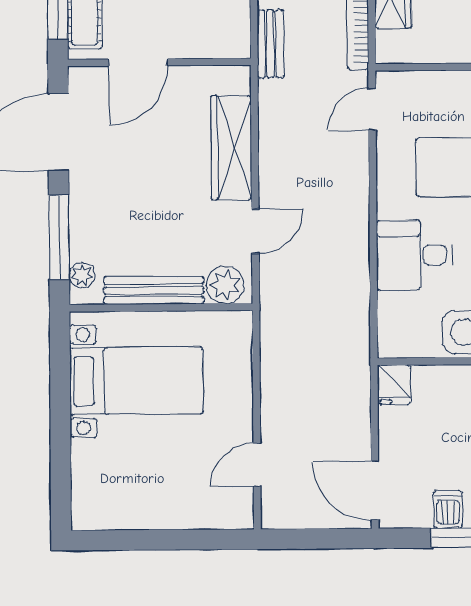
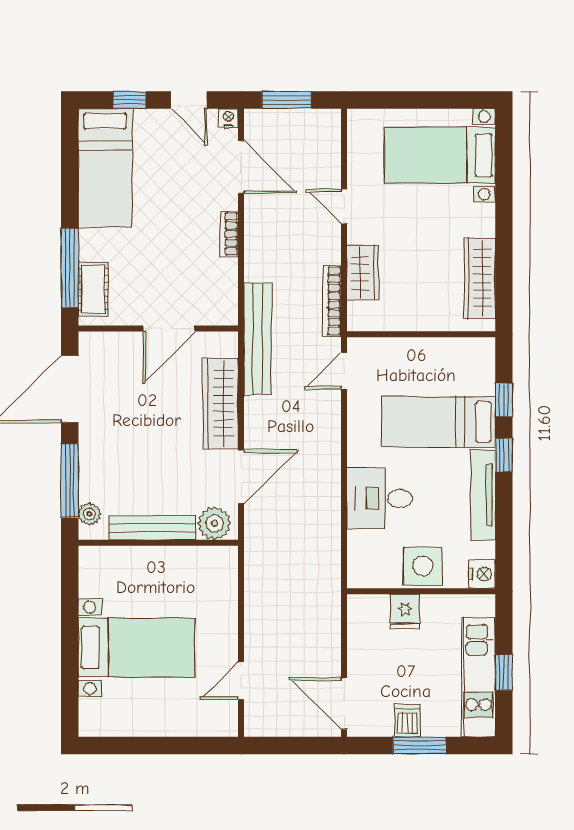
bench: (270, 44) -> (258, 339), width x1.86, depth x1.21
door: (138, 62) -> (169, 328), moved
door: (255, 231) -> (241, 477), width x1.37
bed with nightstands: (136, 381) -> (136, 648), moved
fridge: (394, 385) -> (405, 611), moved

